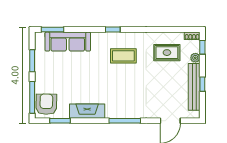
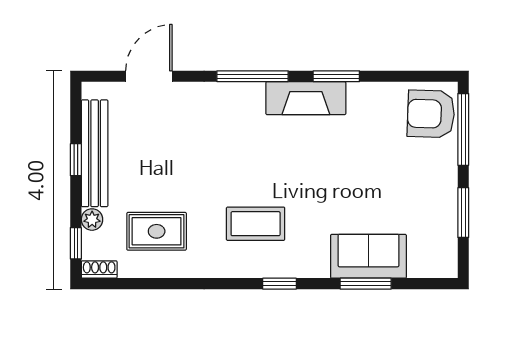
window: (53, 30) -> (366, 284), moved
sofa: (68, 42) -> (368, 256), width x0.73
armchair: (46, 104) -> (431, 114), turned 91
fireplace: (87, 111) -> (306, 98), moved
window: (60, 121) -> (336, 76), moved

